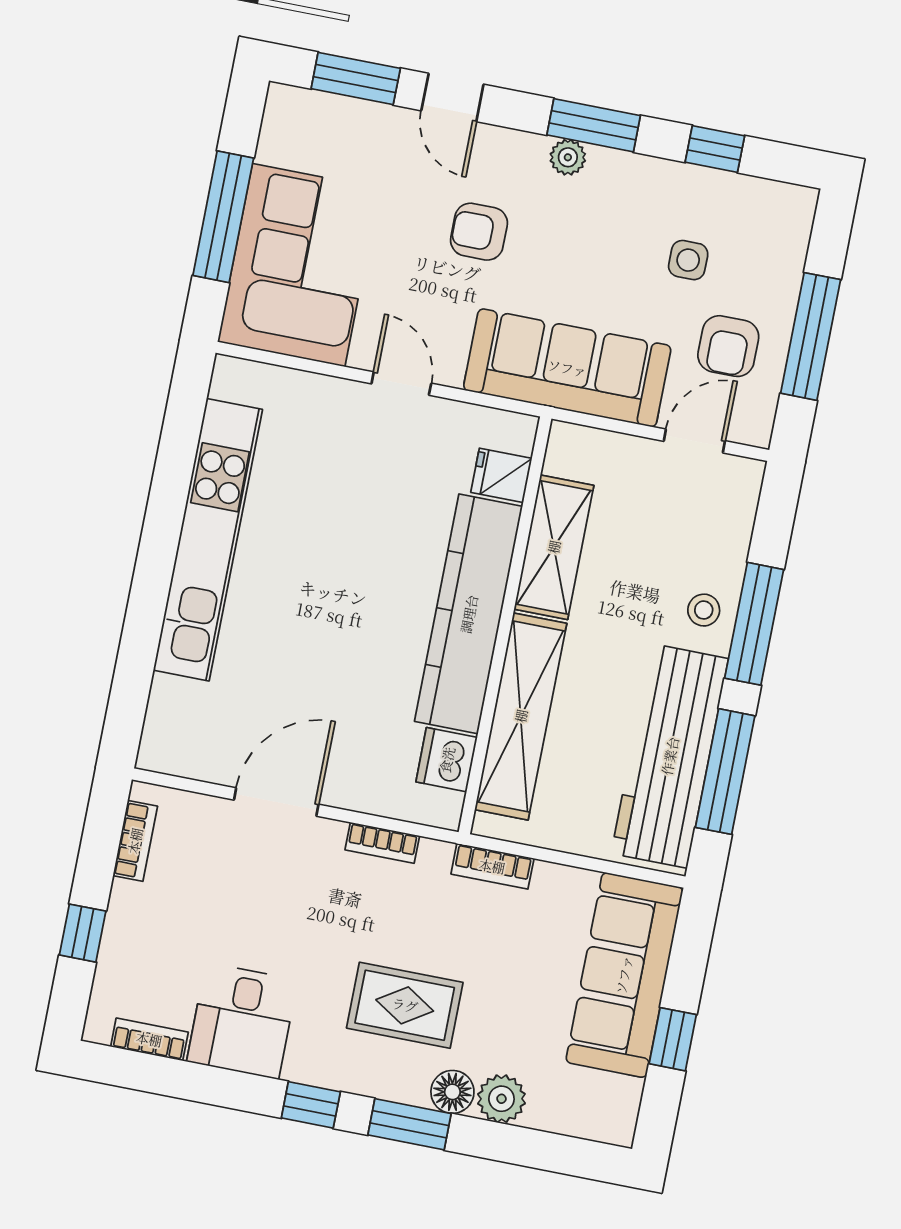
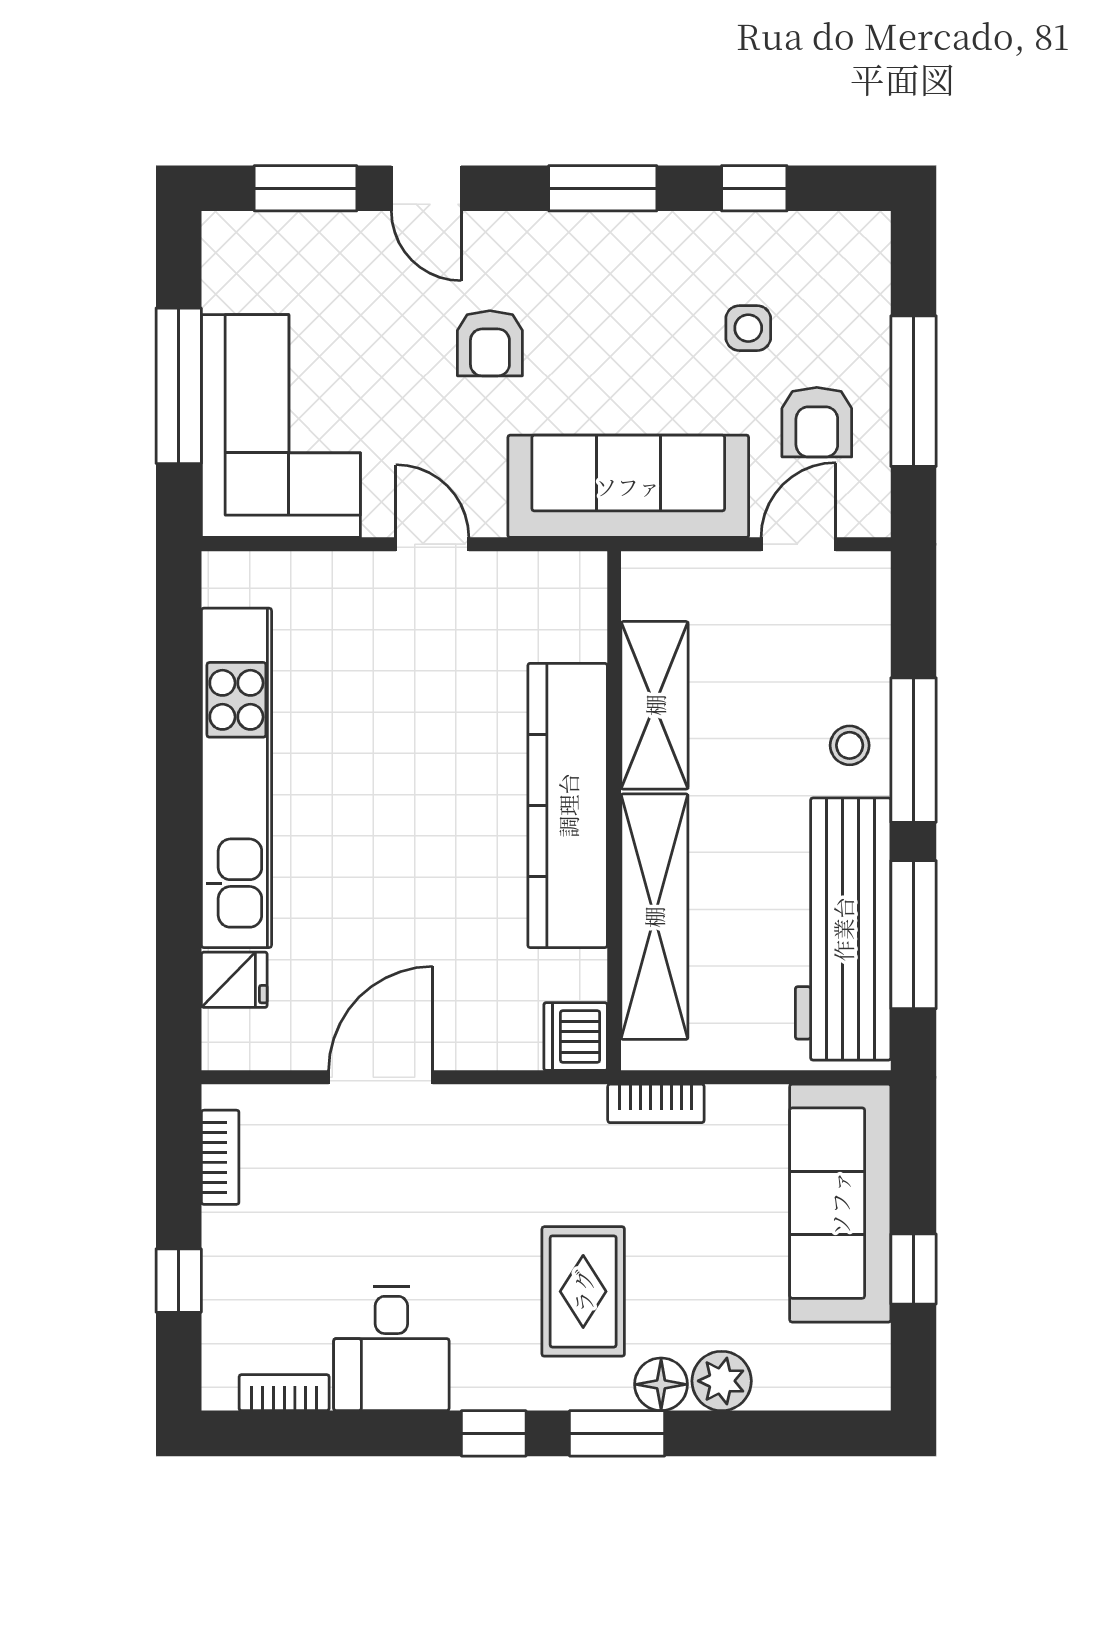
plant: (568, 157) -> (579, 233), removed
armchair: (479, 232) -> (490, 343), turned -90
fridge: (501, 475) -> (234, 980), moved, turned 180
dishwasher: (447, 760) -> (576, 1037), moved
bookcase: (382, 843) -> (518, 1101), removed
rug: (405, 1005) -> (583, 1291), turned 90

